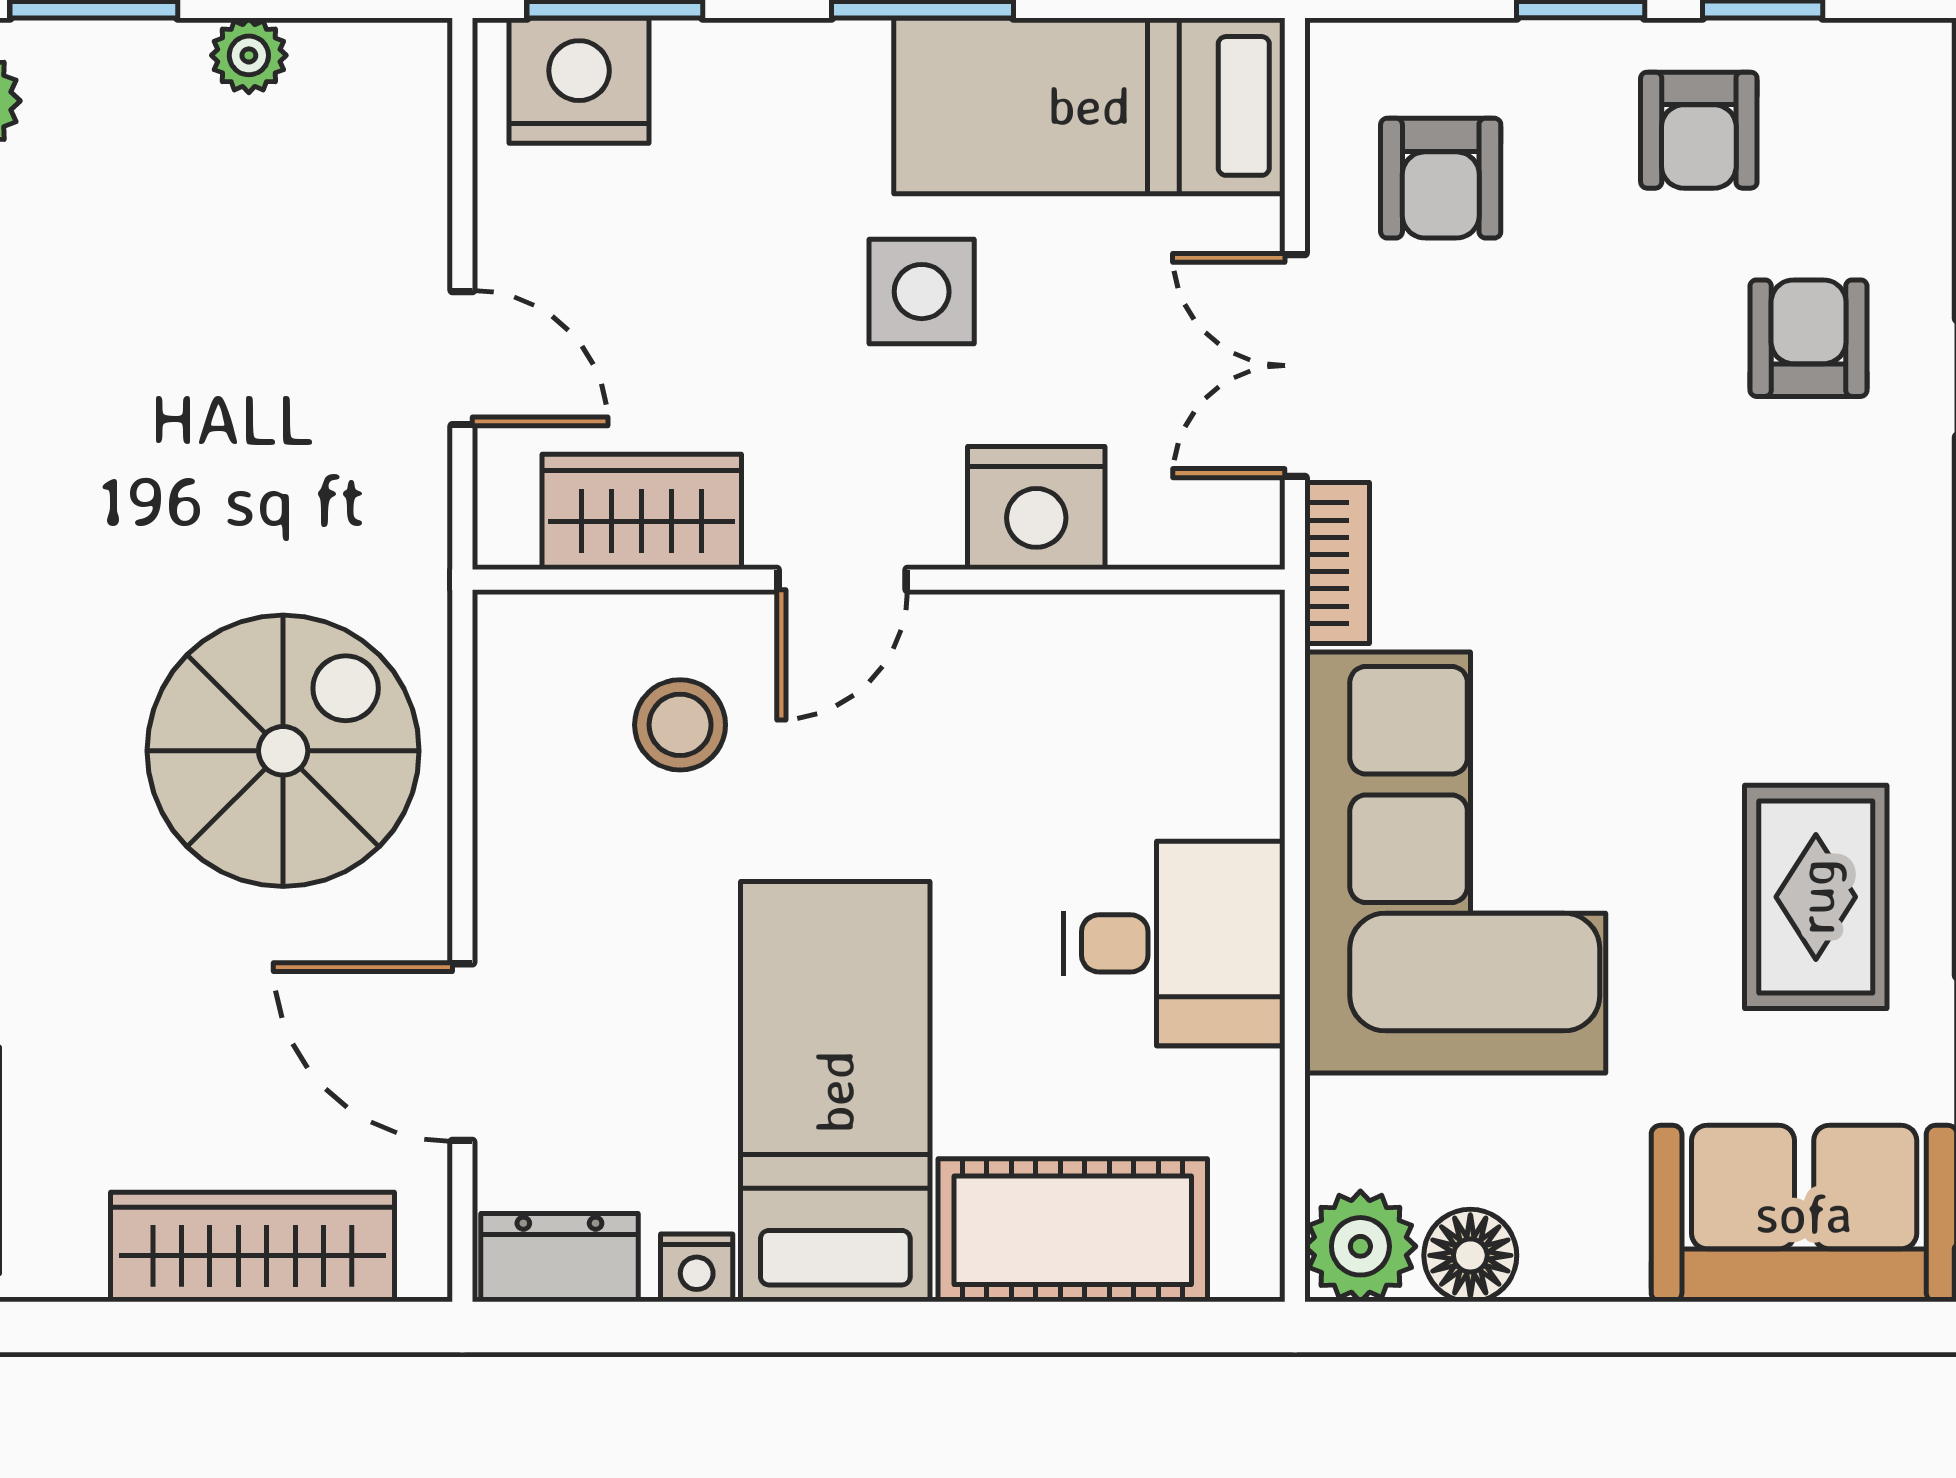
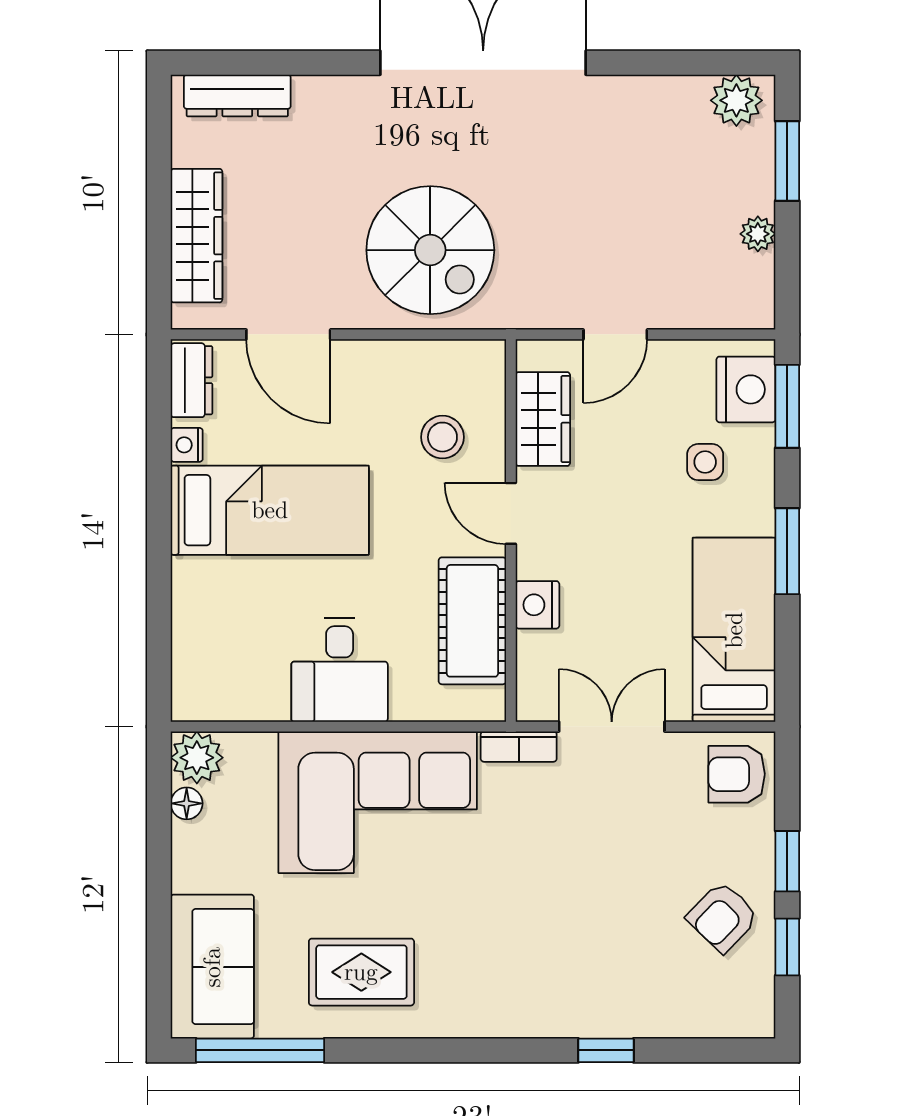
armchair: (1699, 130) -> (723, 917), turned -46
armchair: (1441, 178) -> (737, 774), moved
side table: (922, 292) -> (705, 462), moved, width x0.73, depth x0.73
armchair: (1809, 338) -> (625, 969), removed
nightstand: (1036, 508) -> (537, 605), width x0.74, depth x0.75
door: (462, 1052) -> (288, 334), swing flipped
cot: (1073, 1230) -> (472, 621), moved
floor lamp: (1470, 1255) -> (187, 803), width x0.73, depth x0.73

